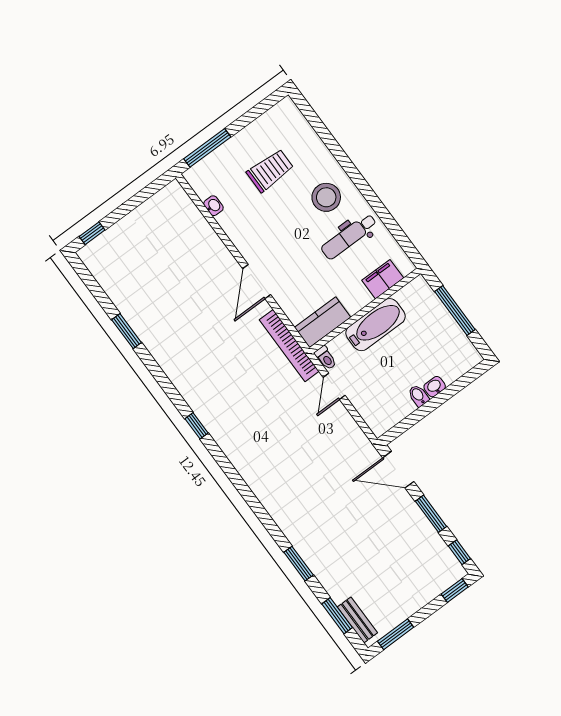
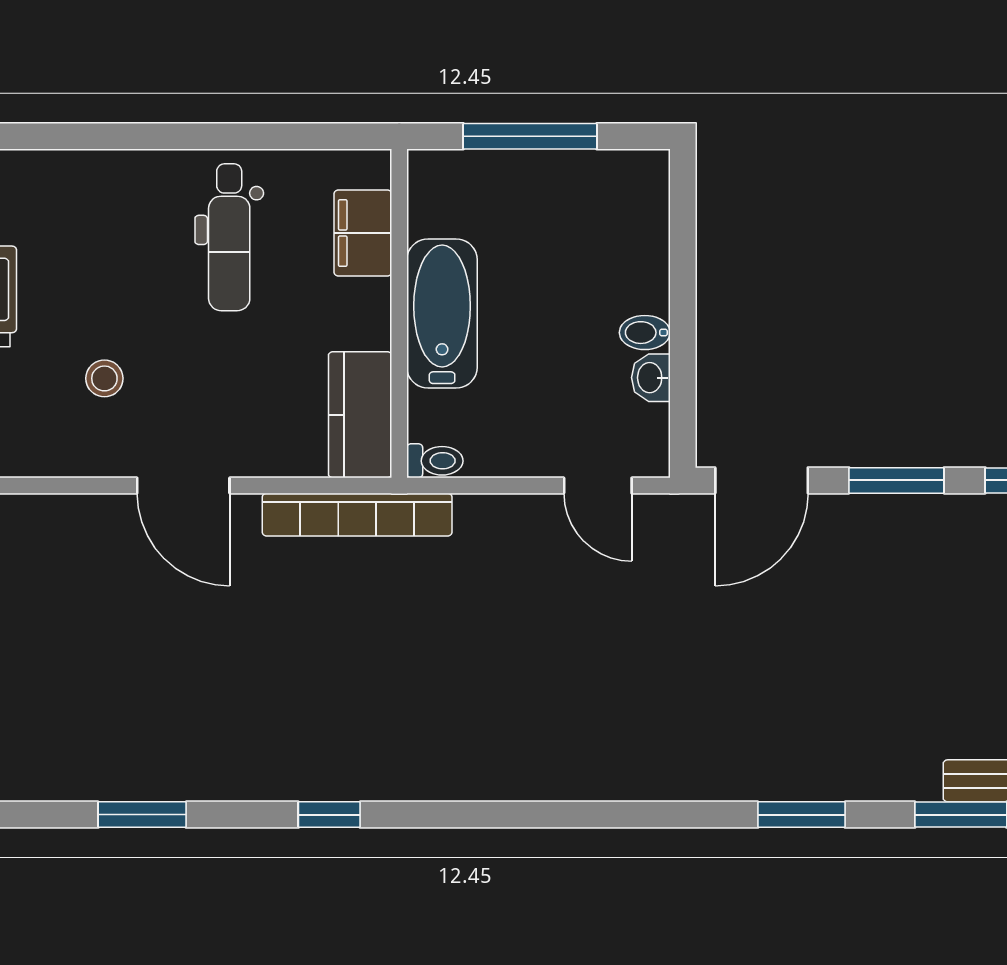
stool: (326, 197) -> (104, 378), moved, width x0.53, depth x0.53
window: (127, 331) -> (142, 815), moved
door: (334, 386) -> (598, 486), moved
washbasin: (435, 387) -> (651, 378), moved
window: (197, 426) -> (329, 815), moved

